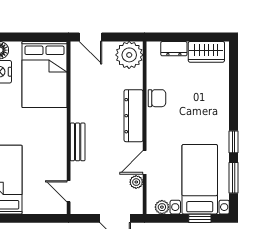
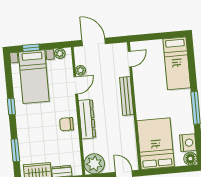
chair: (157, 98) -> (67, 124), moved
bench: (78, 142) -> (127, 96), width x1.36
window: (234, 178) -> (15, 150), moved
door: (69, 191) -> (130, 59), hinge flipped

